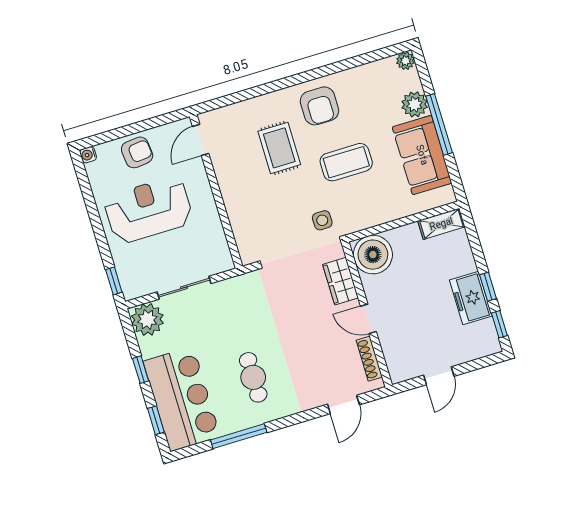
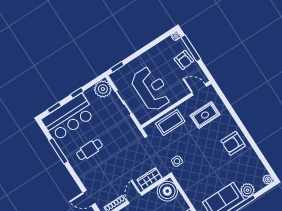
window: (119, 133) -> (191, 48), added
rug: (279, 148) -> (205, 115), moved
coffee table: (346, 162) -> (170, 123), moved, turned 90
reception desk: (148, 210) -> (151, 89), moved

